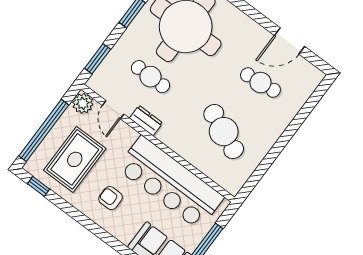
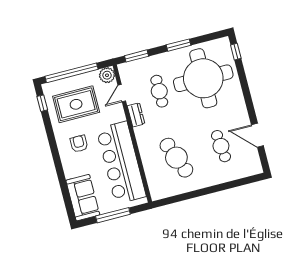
cafe table: (224, 132) -> (176, 158), turned -45

